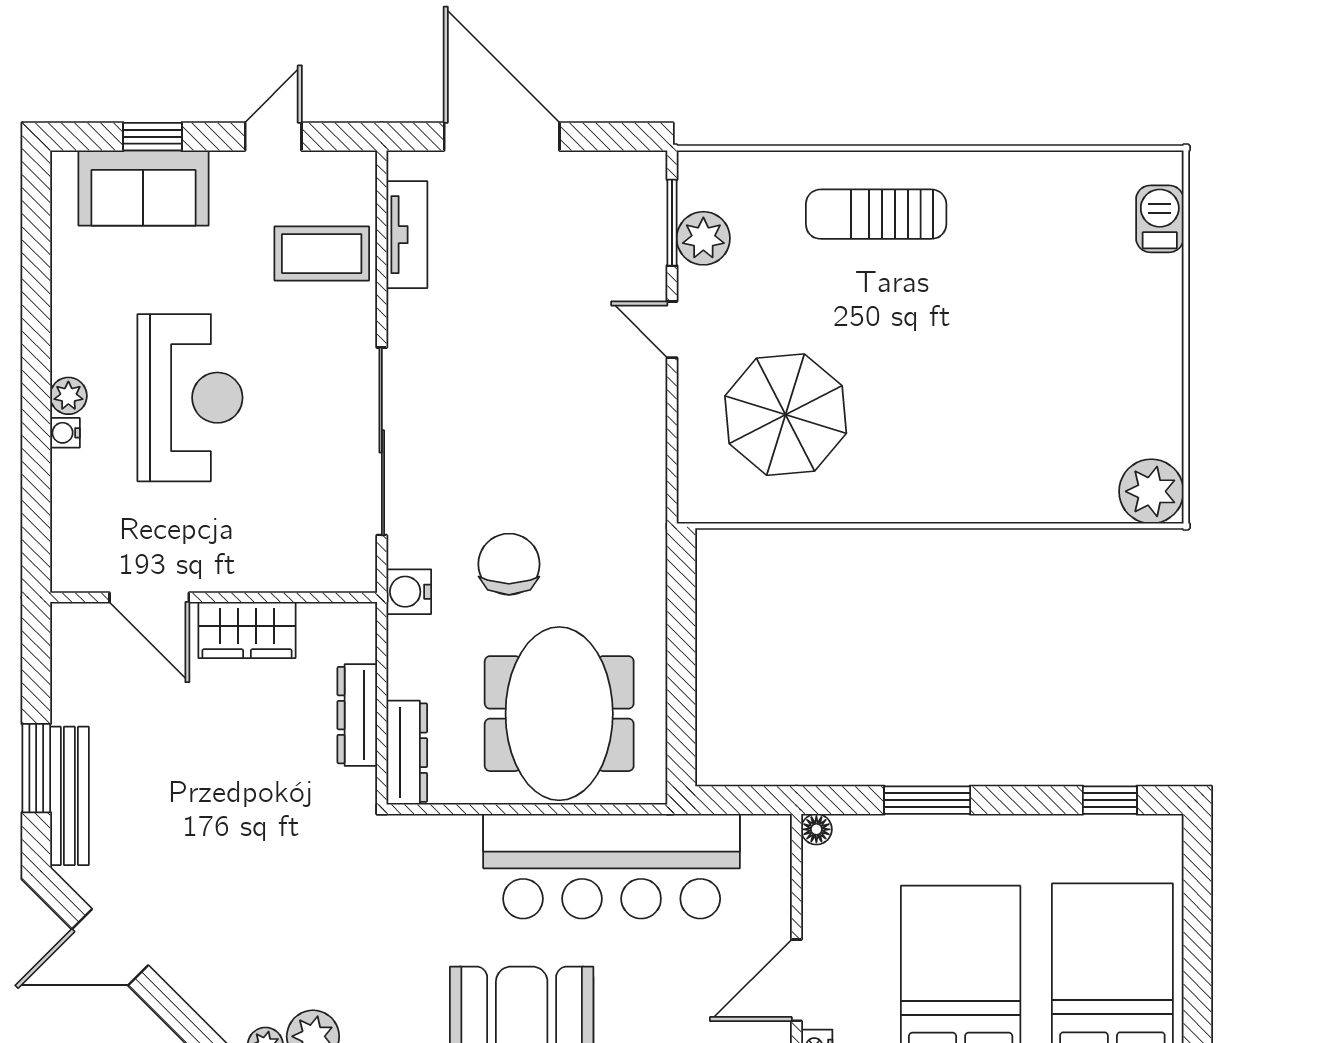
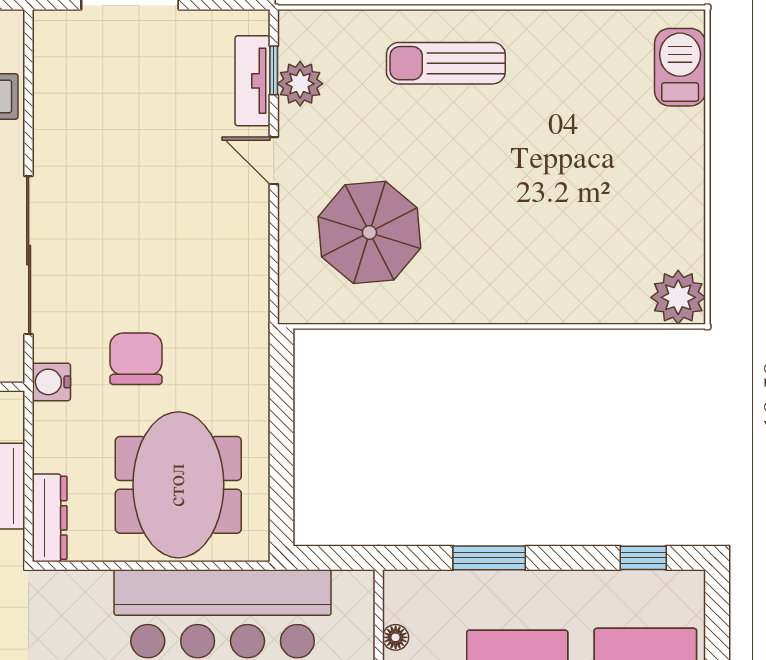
barbecue: (1160, 219) -> (680, 67), width x1.38, depth x1.27
window: (672, 223) -> (274, 70), width x0.67
tv unit: (407, 235) -> (252, 81), moved, turned 180
floor lamp: (816, 829) -> (396, 637), moved

